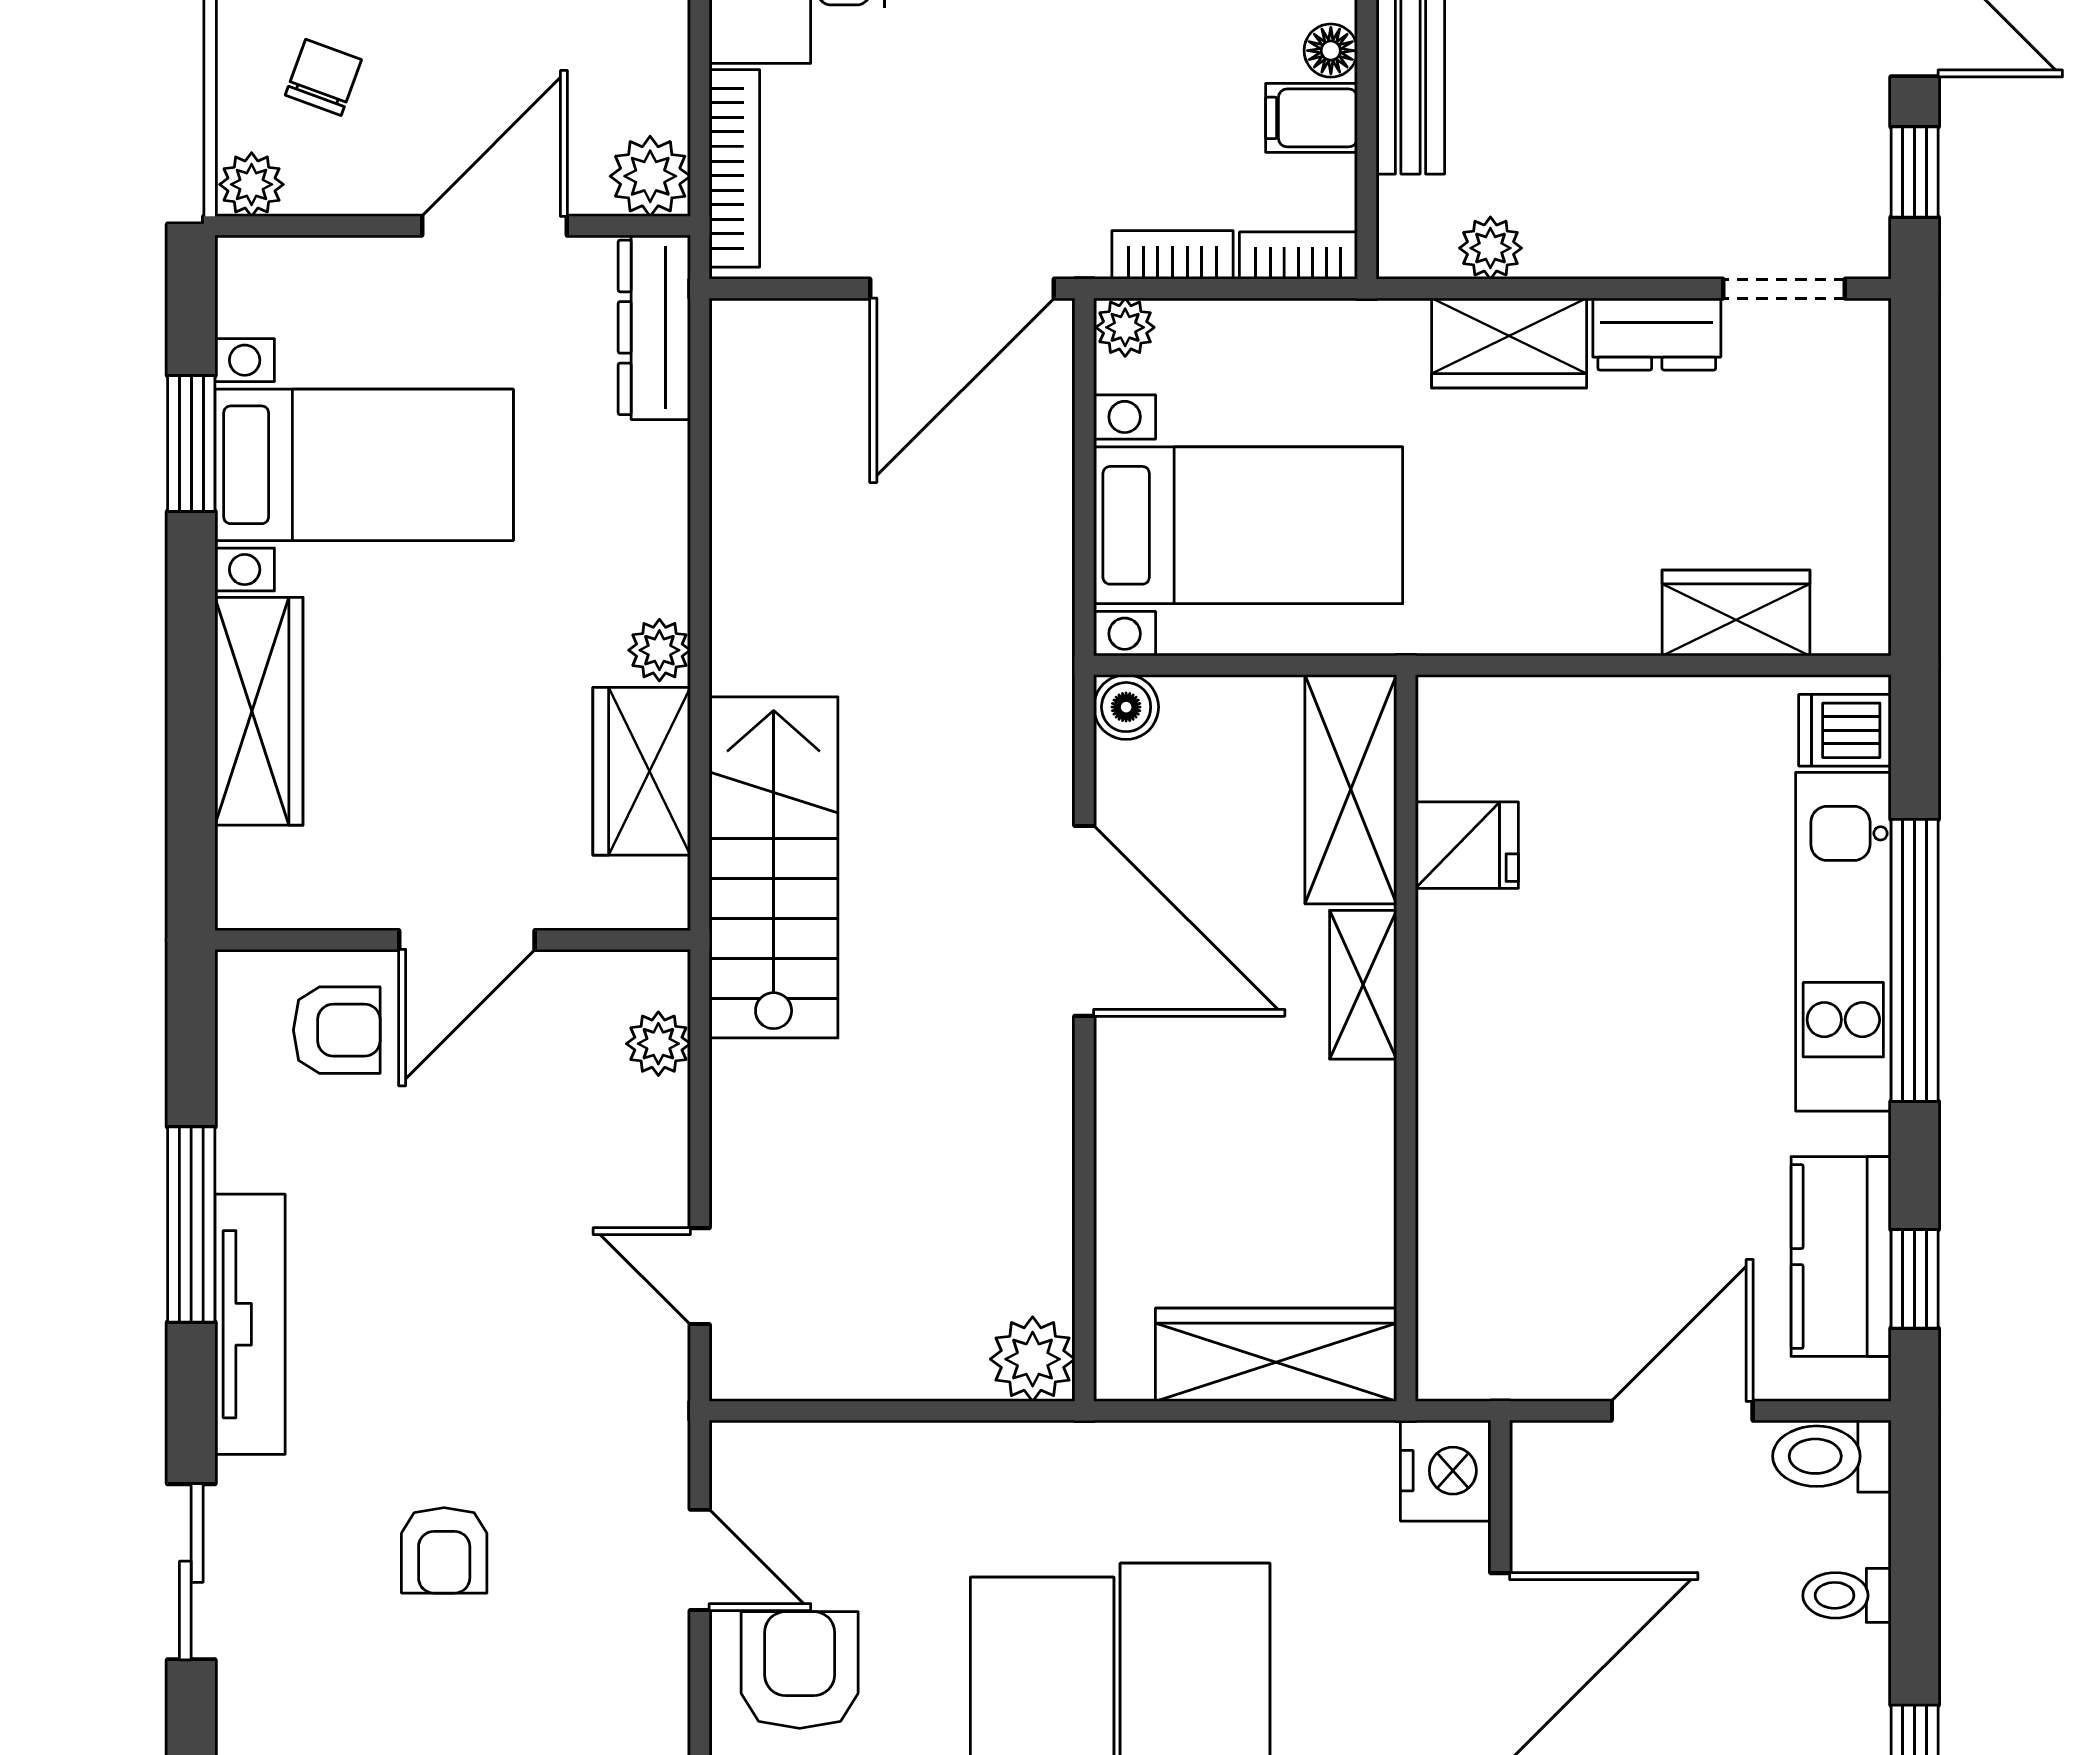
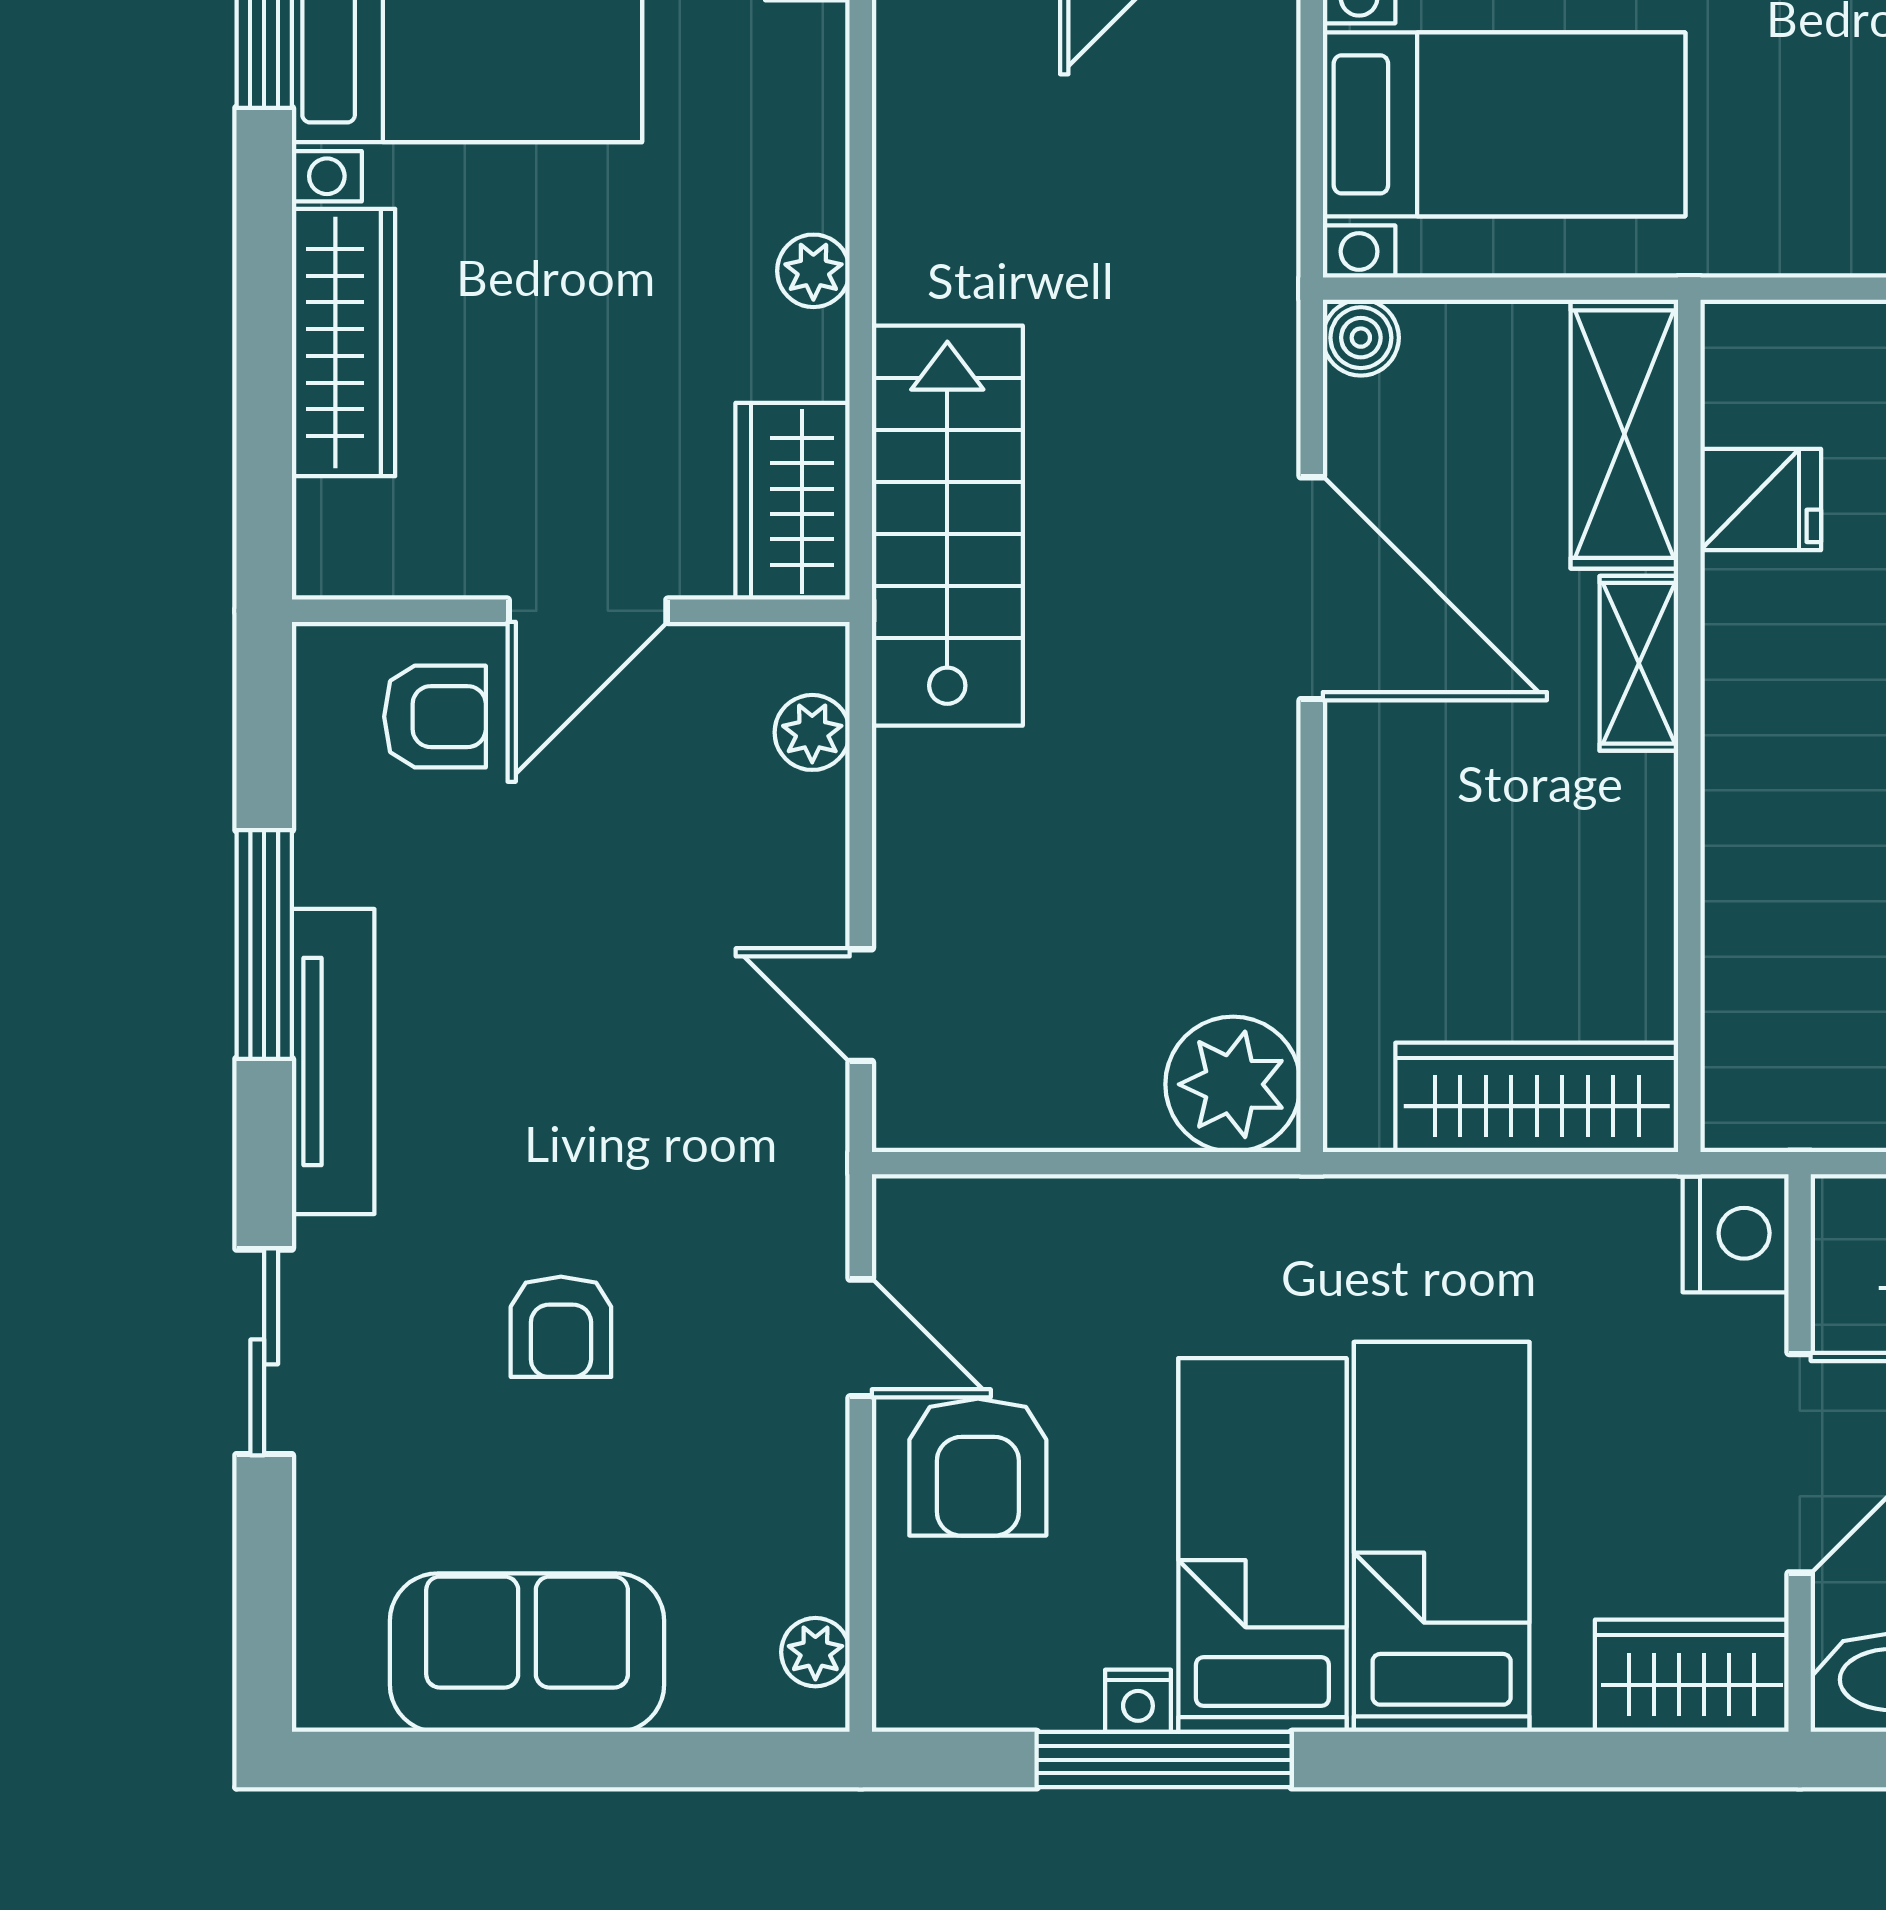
wardrobe: (642, 771) -> (793, 501), moved
plant: (1033, 1359) -> (1233, 1084), width x1.36, depth x1.36
armchair: (800, 1670) -> (978, 1467), turned 180

